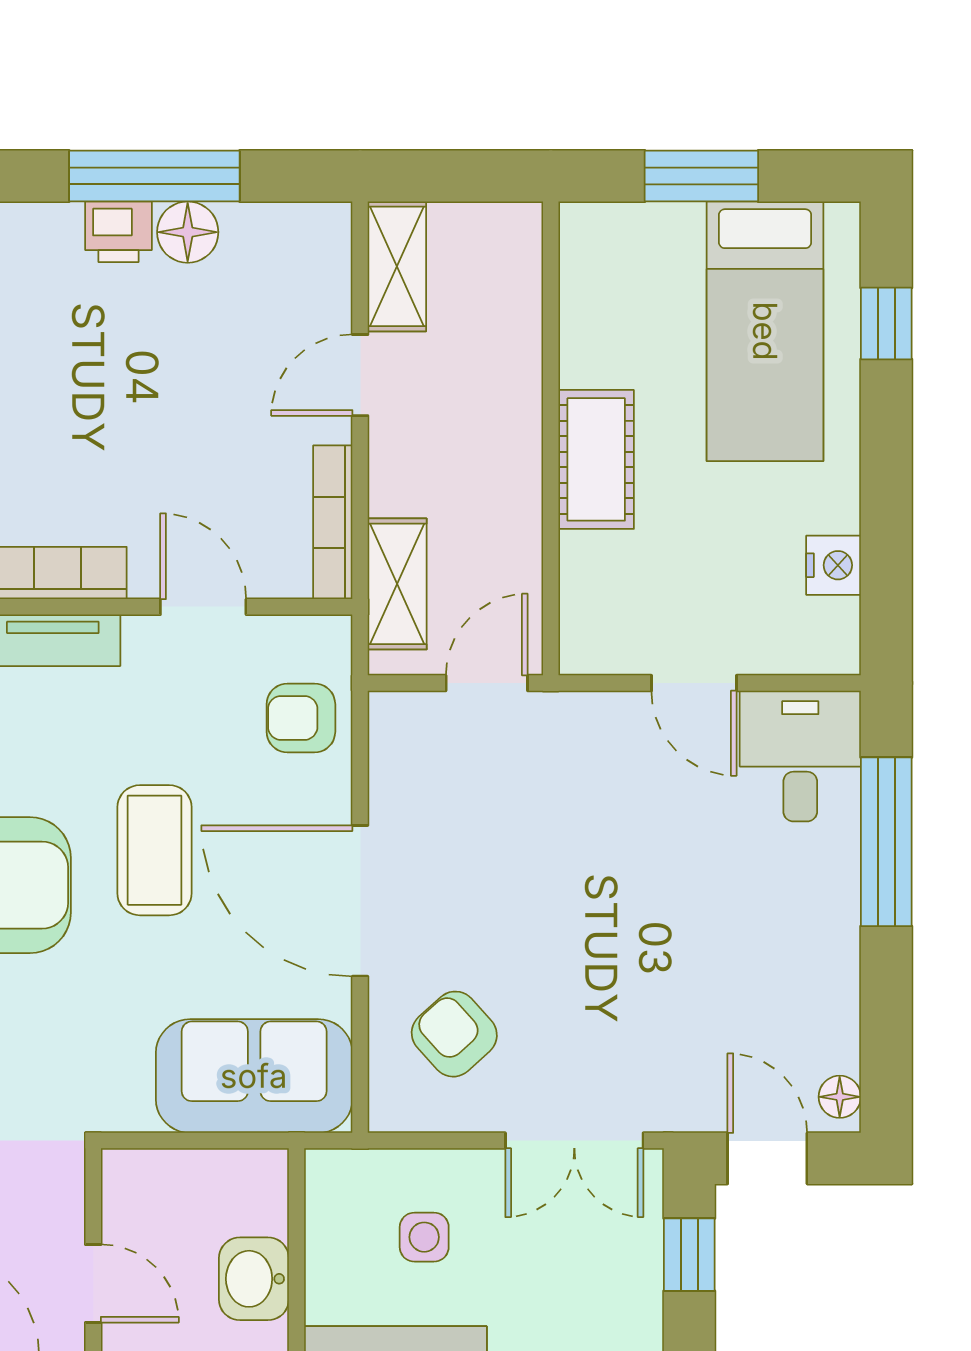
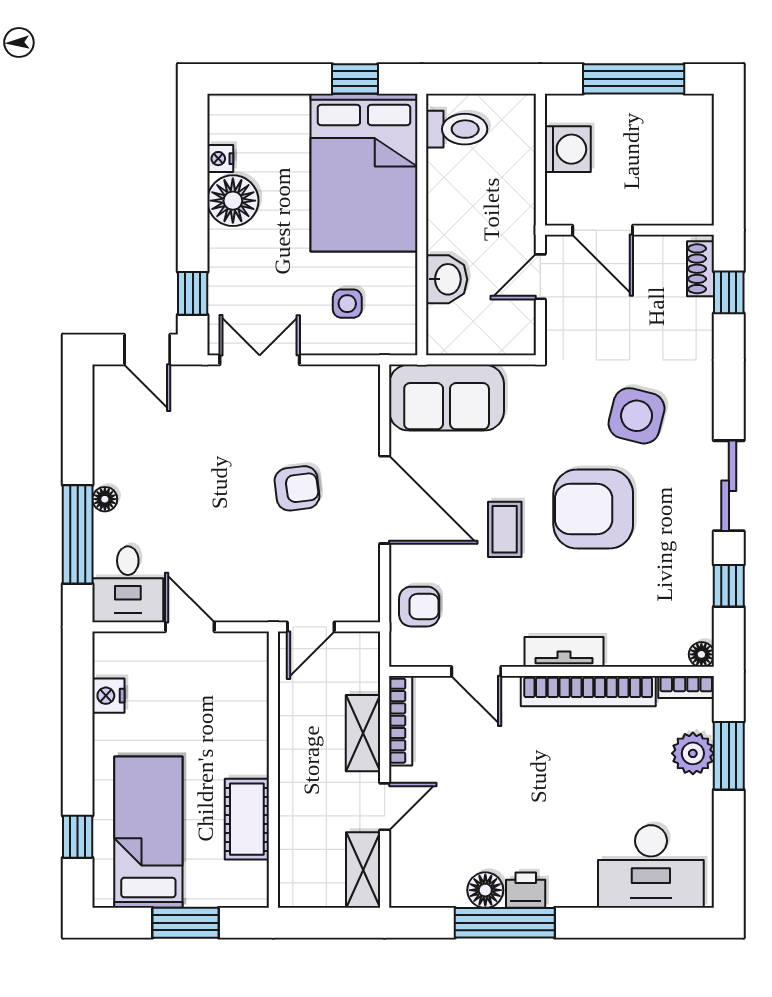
cot: (596, 459) -> (247, 819), moved
shelving: (397, 584) -> (363, 733), moved
coffee table: (155, 850) -> (505, 529), width x0.73, depth x0.77
armchair: (454, 1034) -> (297, 488), moved, turned -55
floor lamp: (840, 1097) -> (105, 499), moved
door: (93, 1283) -> (540, 277), hinge flipped

